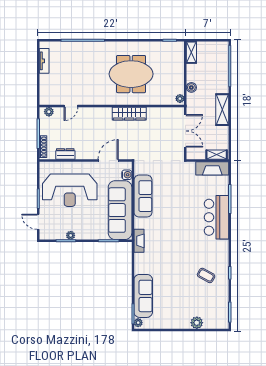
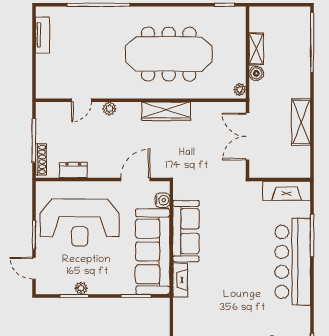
shelving: (191, 52) -> (256, 49), moved
meeting table: (131, 74) -> (169, 54), width x1.36
shelving: (222, 110) -> (301, 122), moved
plant: (49, 112) -> (109, 109), moved
double door: (185, 131) -> (247, 136), swing flipped
shelving: (217, 155) -> (293, 171), removed
bar counter: (217, 217) -> (293, 262), width x1.36
fireplace: (139, 241) -> (180, 280), moved

